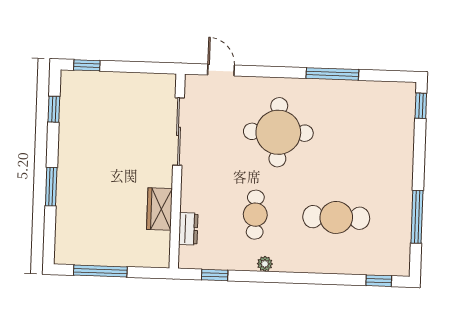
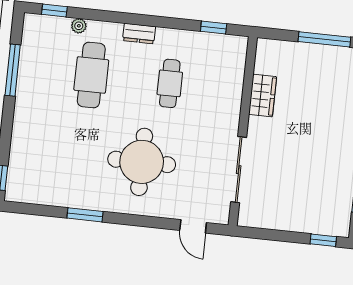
window: (332, 74) -> (85, 215), width x0.69
cafe table: (336, 217) -> (91, 75), turned 90
dresser: (188, 229) -> (139, 34), moved, turned -90
plant: (265, 264) -> (79, 26), moved

